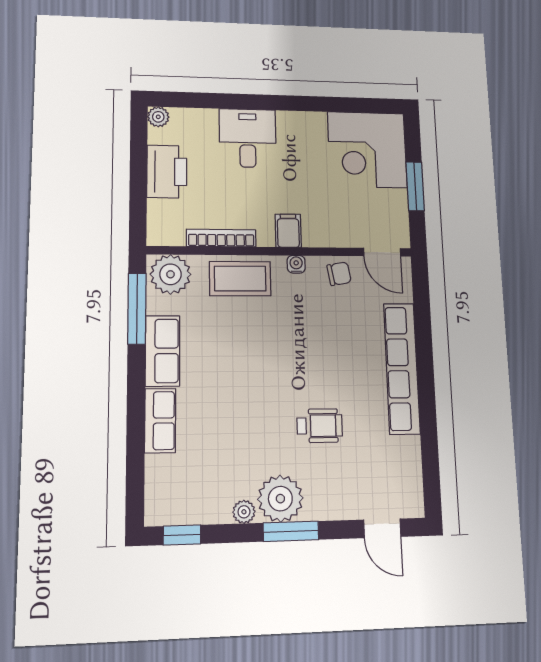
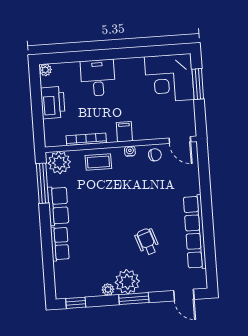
window: (415, 186) -> (198, 84), moved
coffee table: (240, 279) -> (98, 162), width x0.73, depth x0.77
row of seats: (402, 368) -> (195, 232), moved
wheelchair: (320, 426) -> (147, 242), turned -109

